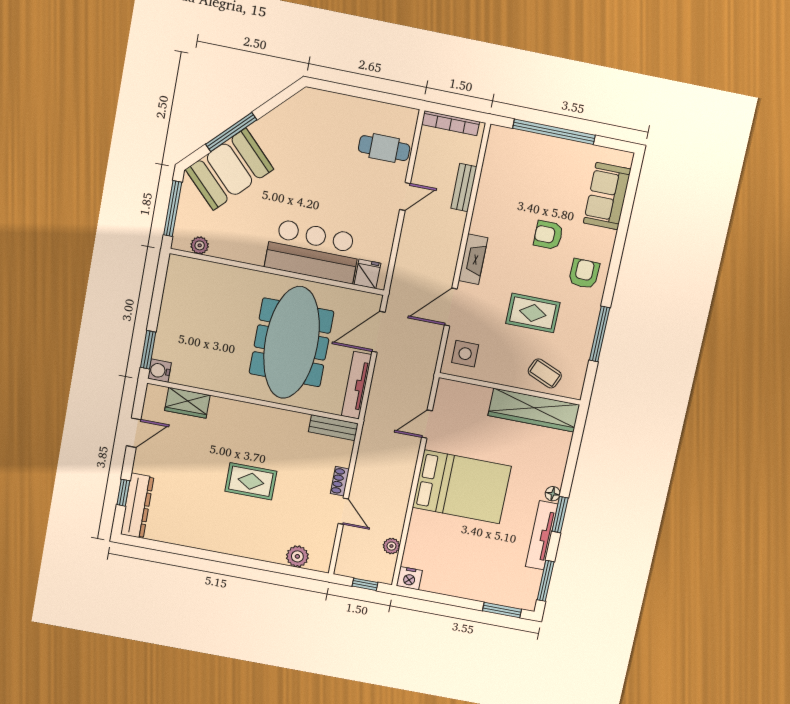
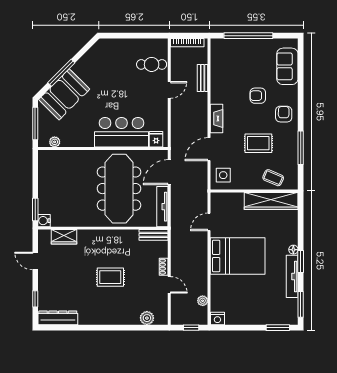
door: (134, 433) -> (35, 261), swing flipped
dresser: (137, 506) -> (58, 318), moved, turned -90

